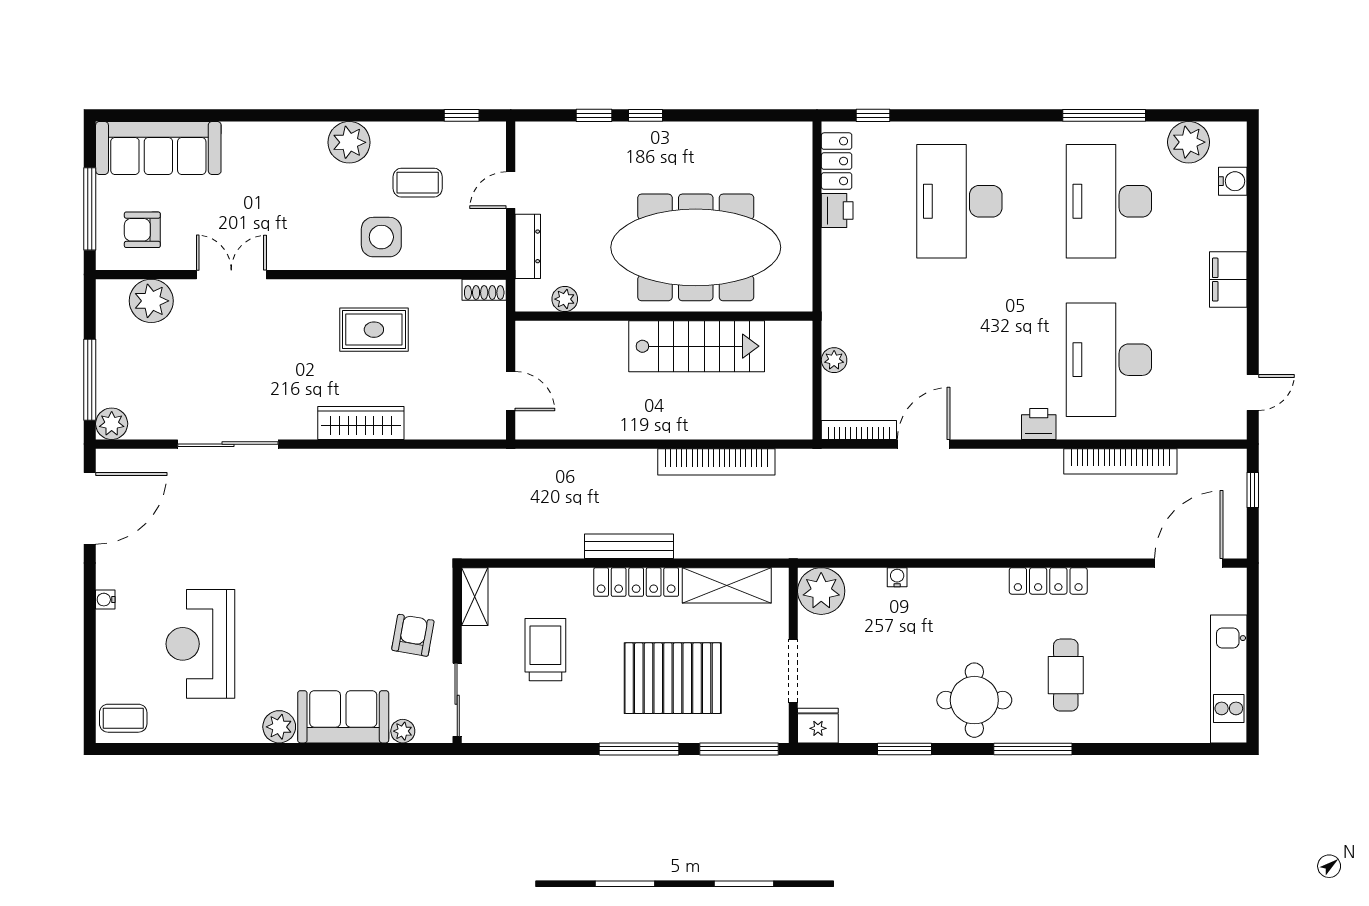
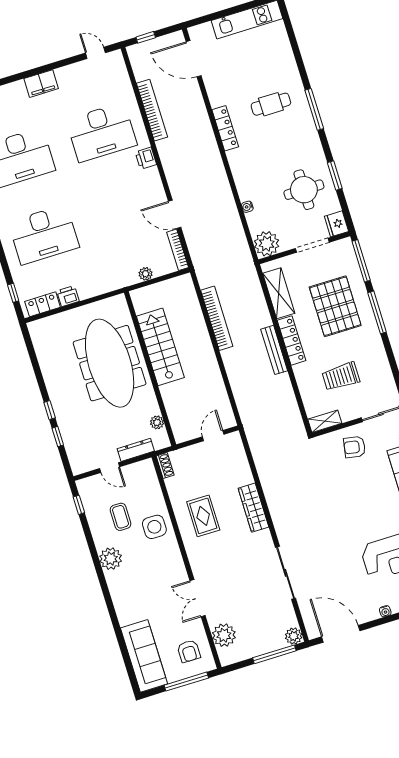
round table: (974, 700) -> (304, 190), moved

